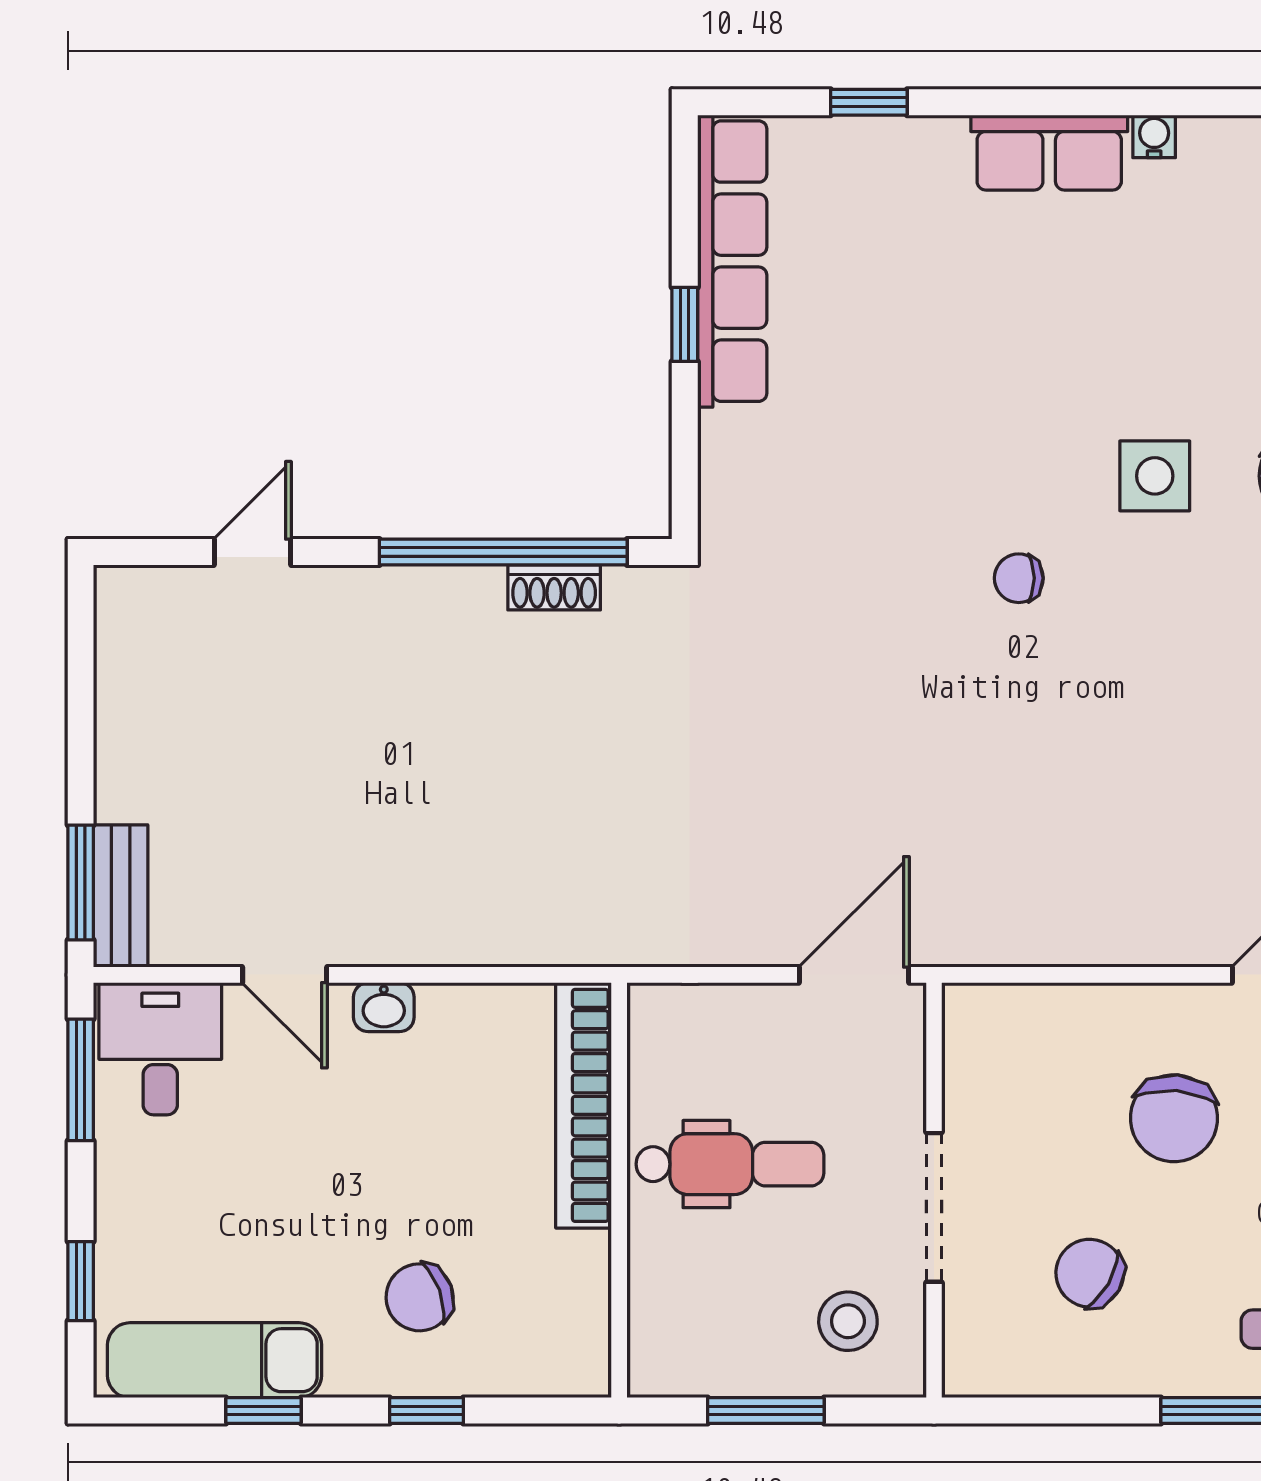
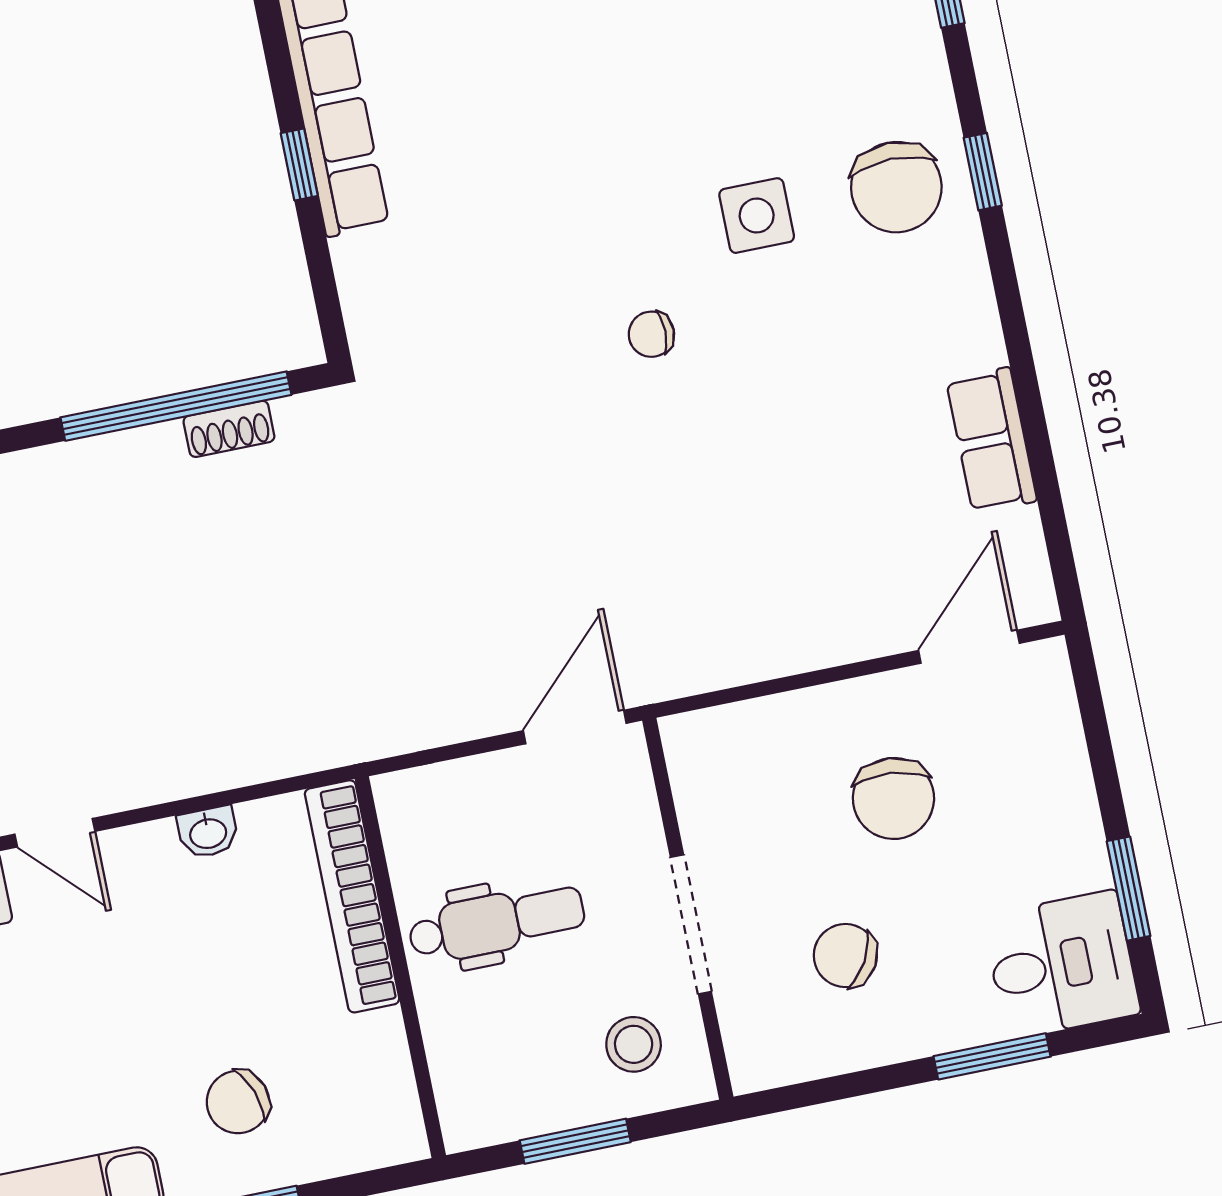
washbasin: (384, 1007) -> (208, 832), moved

